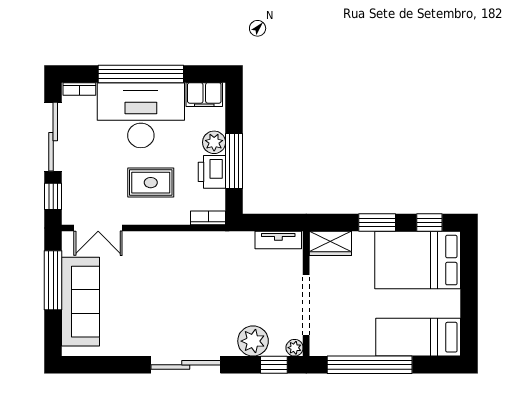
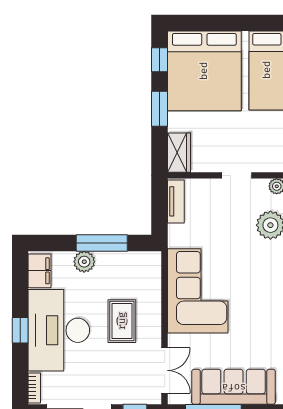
window: (141, 74) -> (20, 330), width x0.32
printer: (212, 172) -> (112, 264), removed
bookcase: (208, 218) -> (155, 267), removed
bed: (418, 260) -> (204, 71), width x1.36
corner sofa: (183, 263) -> (198, 291), added
doorway: (306, 305) -> (237, 175), width x0.53

